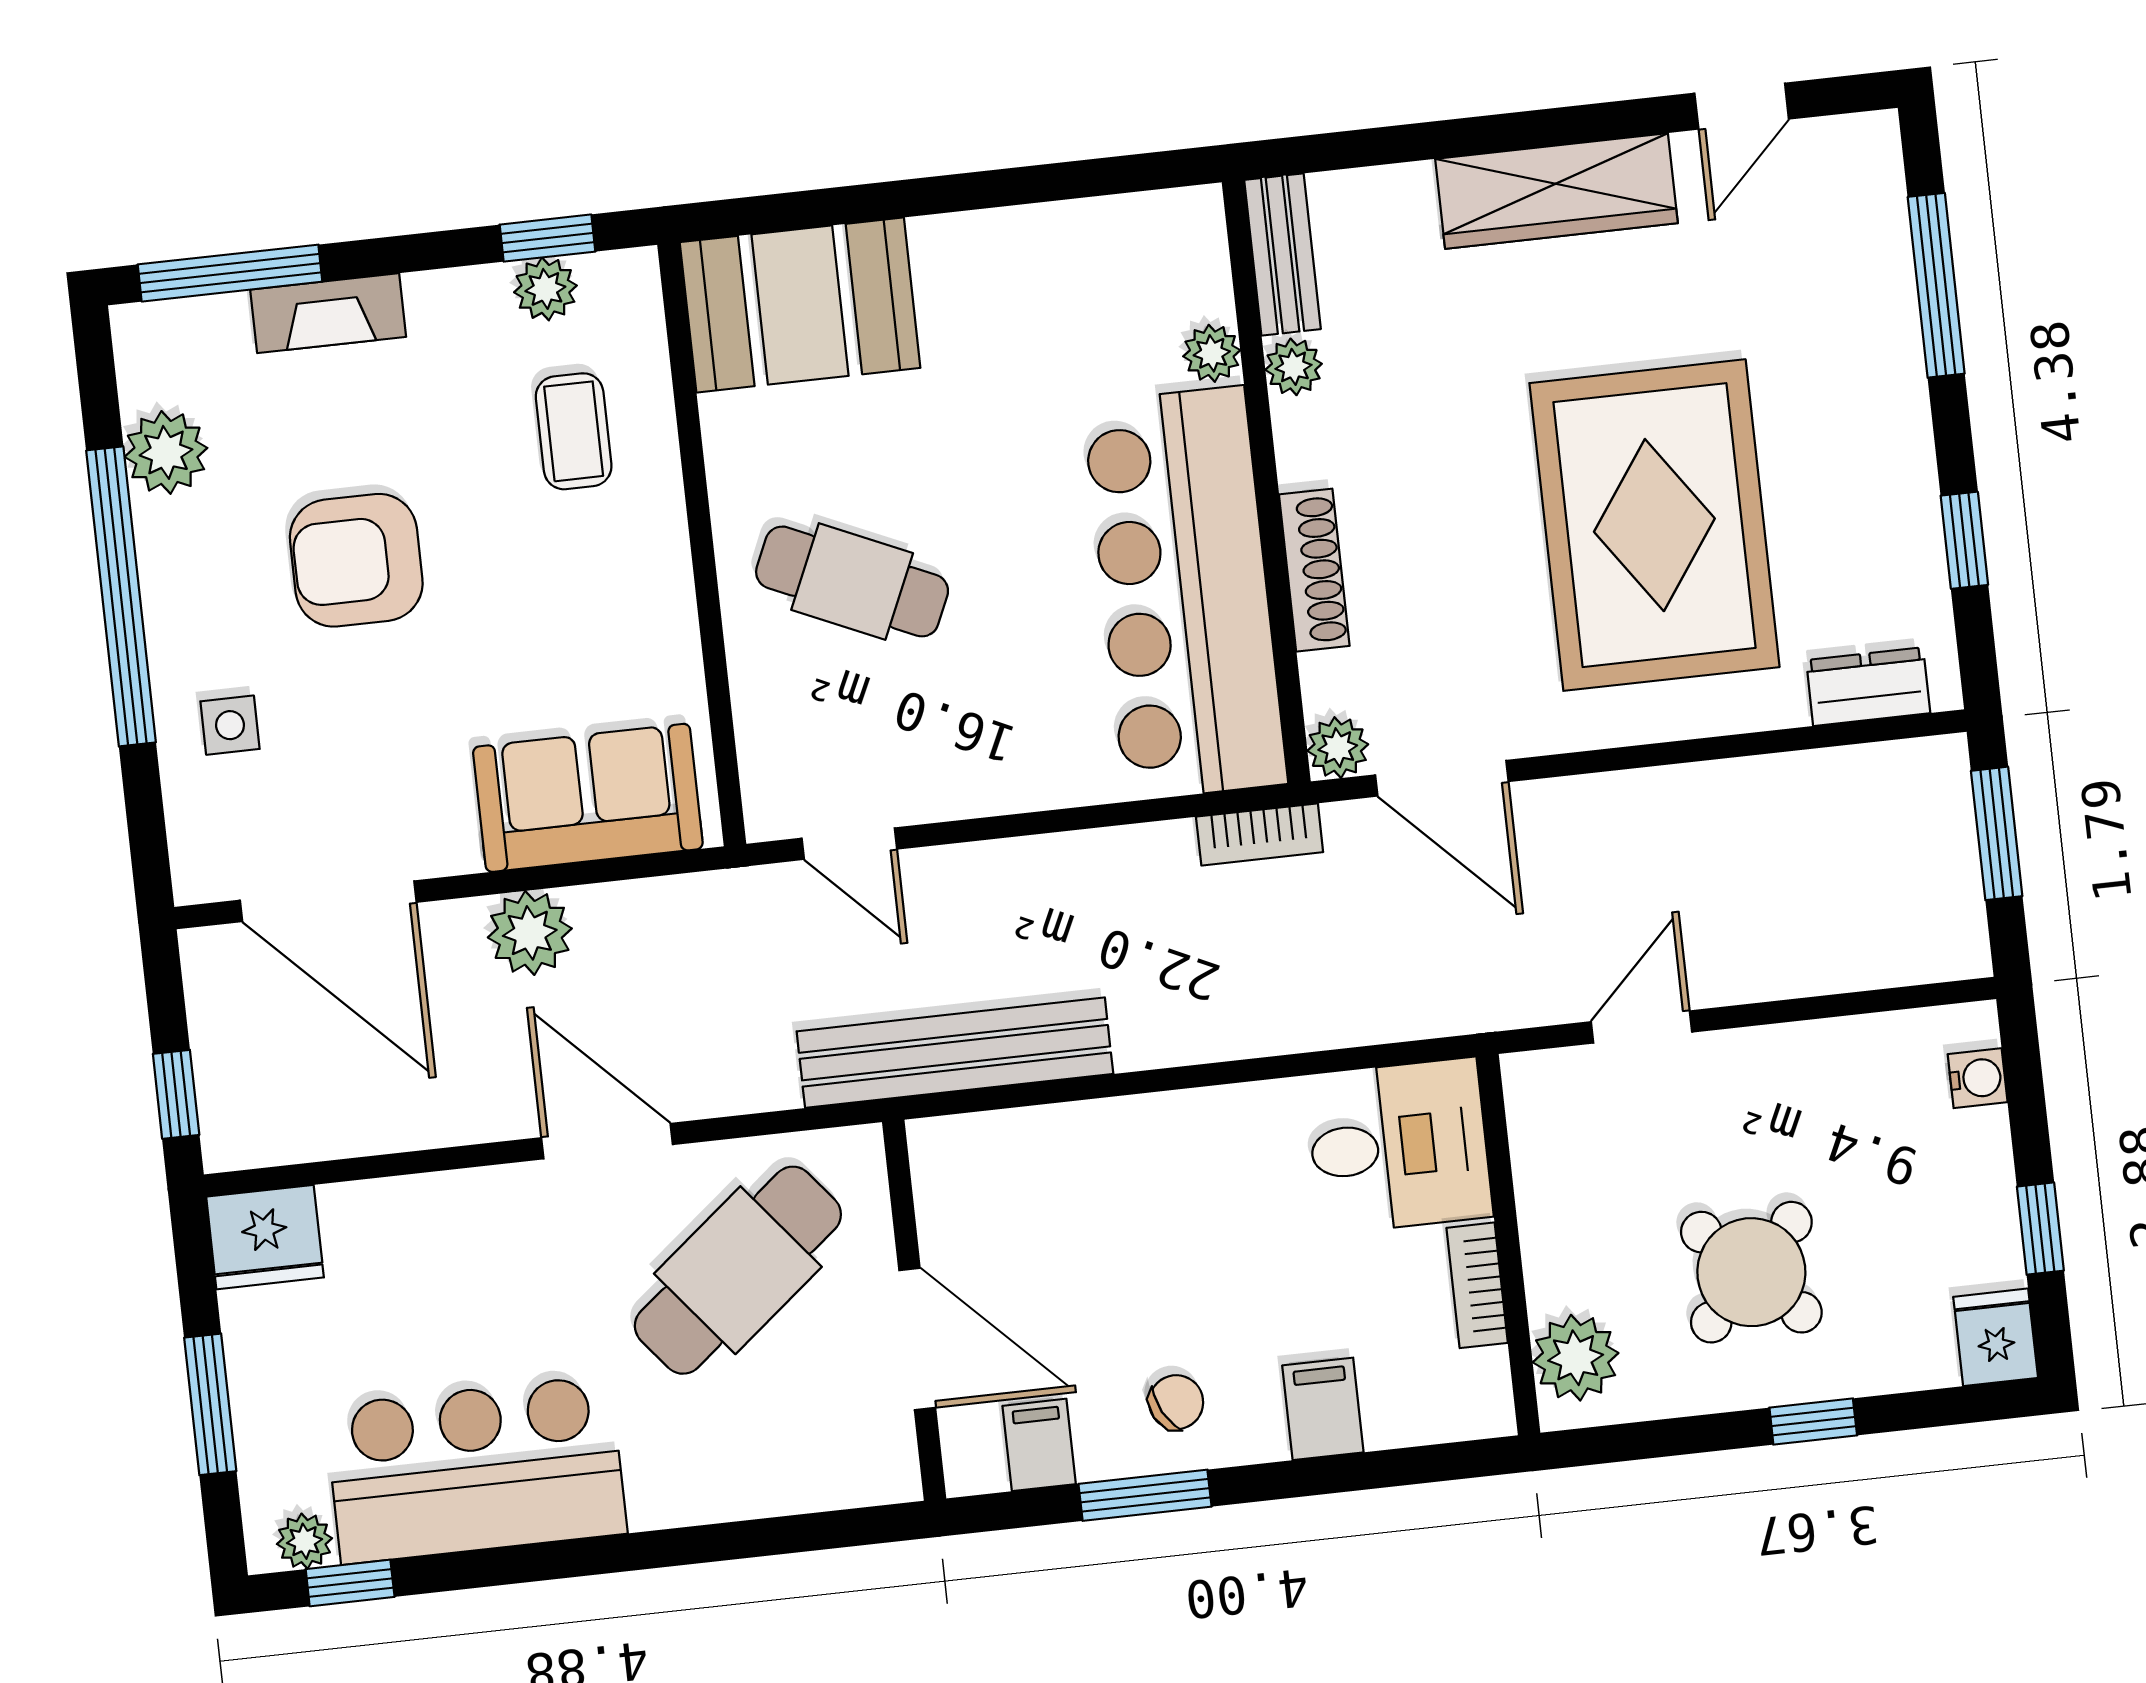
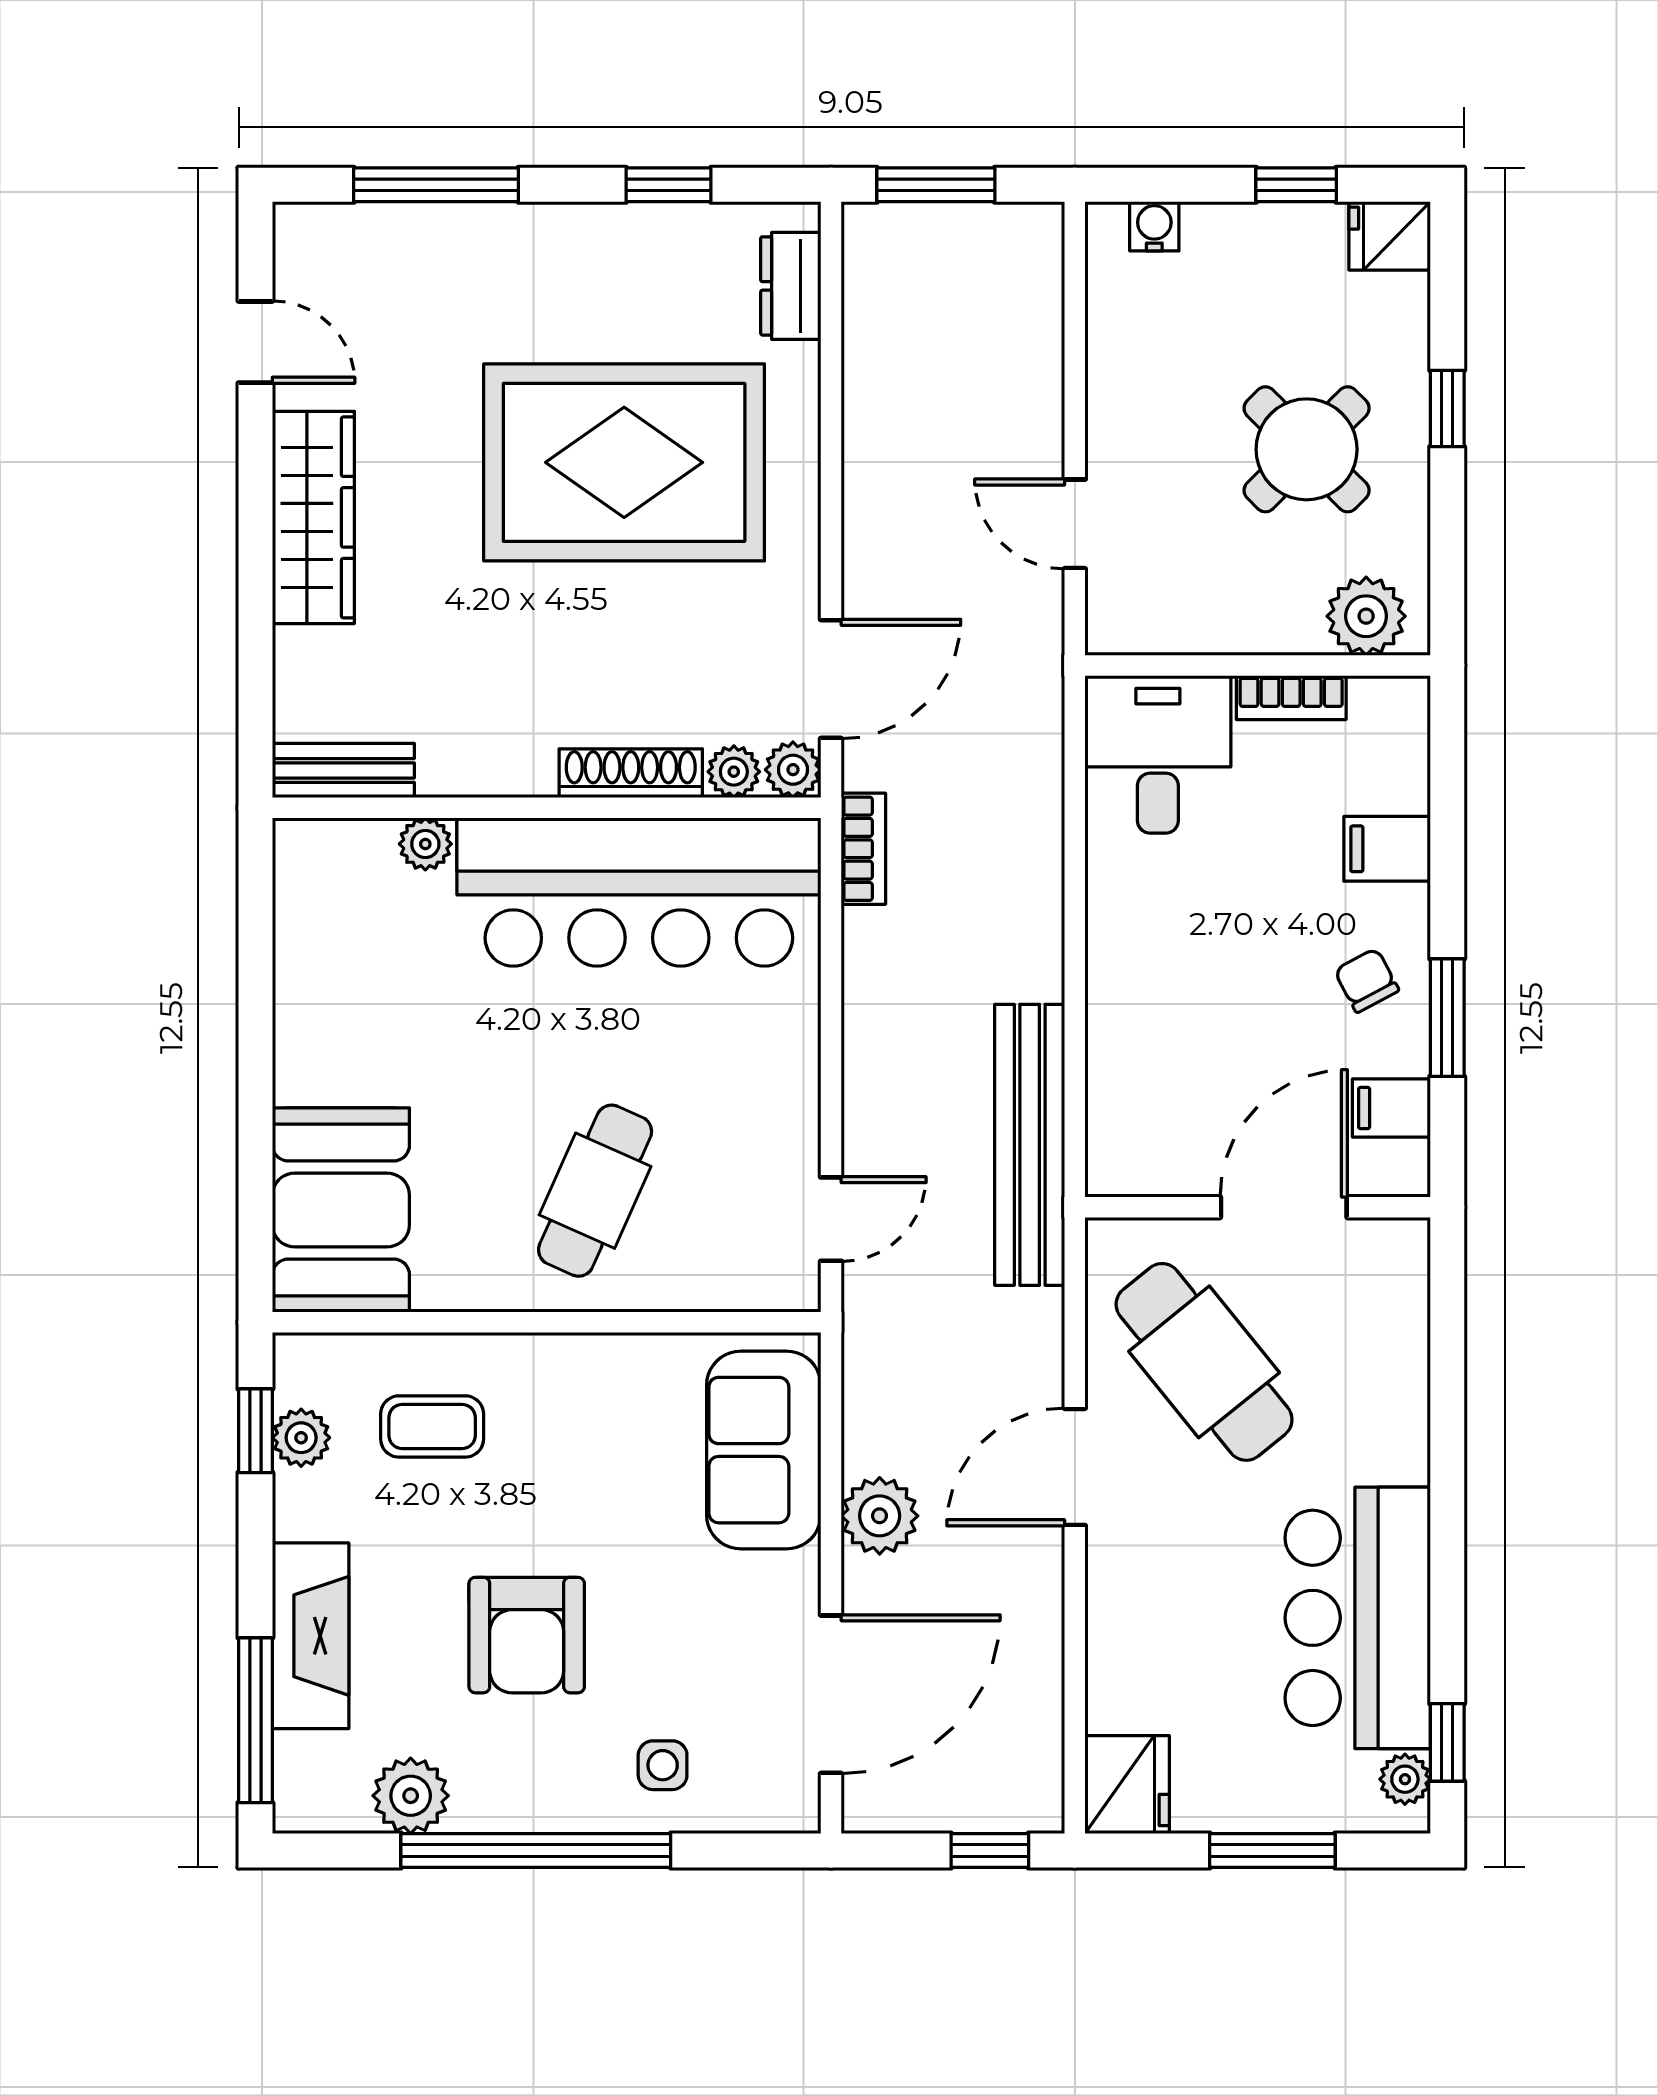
fireplace: (328, 313) -> (311, 1636), width x1.37, depth x1.32
plant: (1294, 367) -> (734, 772), moved

